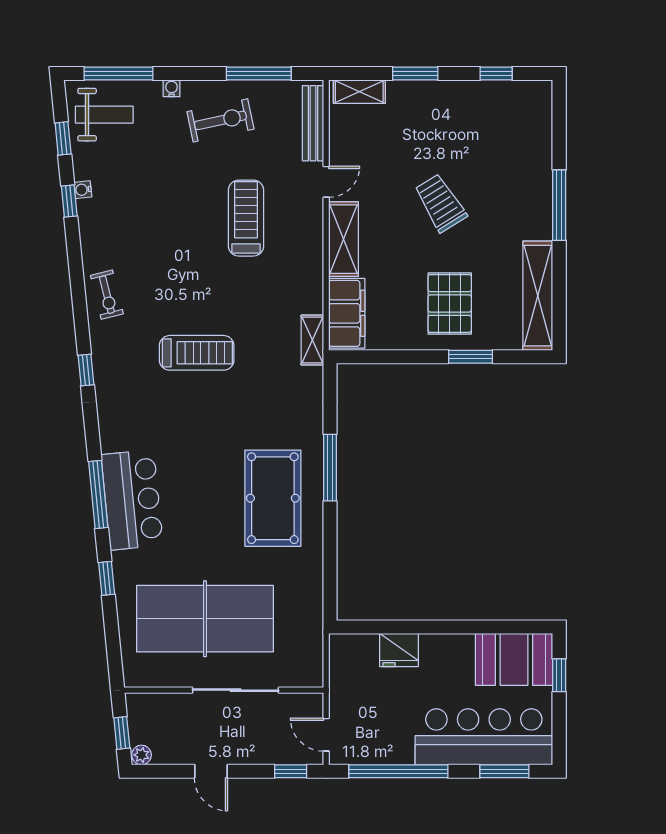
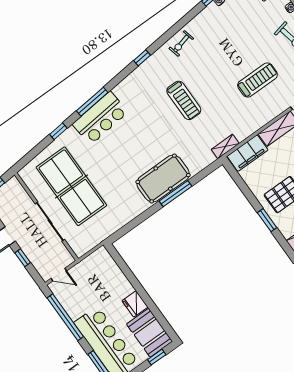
pool table: (273, 498) -> (163, 179), moved
fridge: (399, 650) -> (135, 304), moved
door: (326, 735) -> (59, 275), swing flipped
window: (291, 771) -> (23, 258), moved

